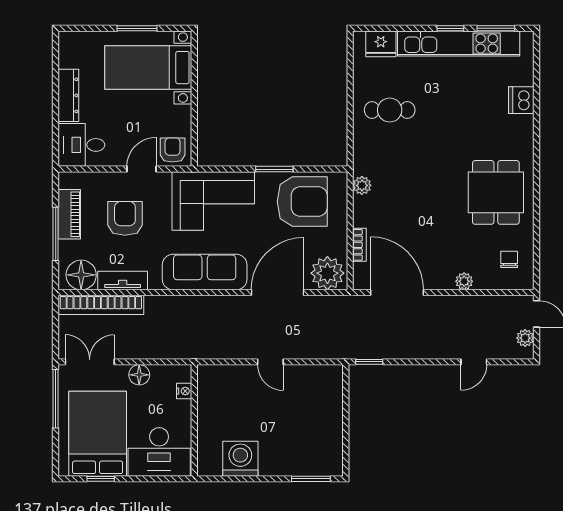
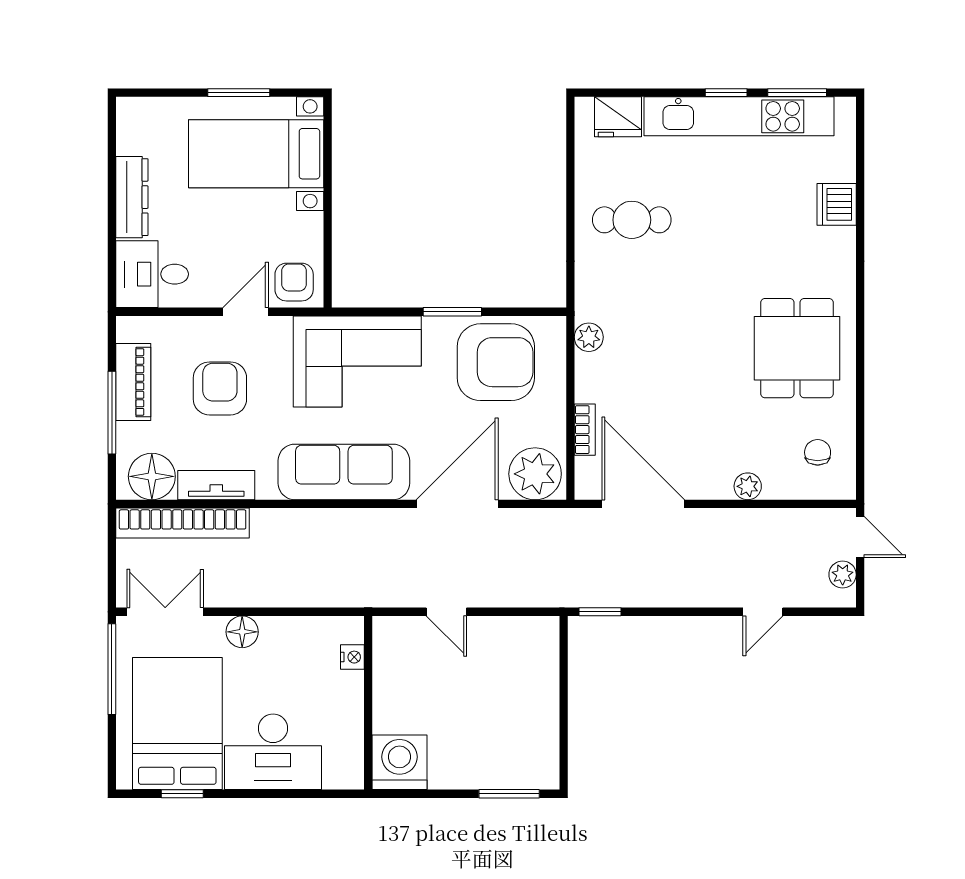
nightstand: (184, 391) -> (352, 657), moved
wall: (194, 420) -> (368, 703), moved

